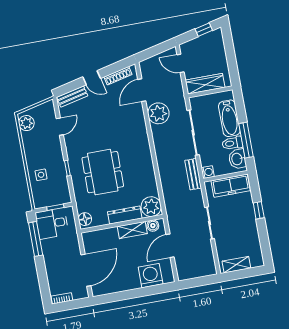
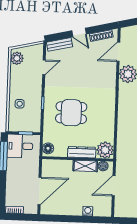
dining table: (103, 172) -> (71, 113), width x0.73
washing machine: (151, 276) -> (88, 211), width x0.53, depth x0.53

